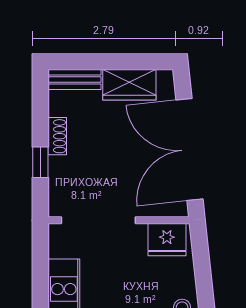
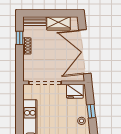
window: (40, 162) -> (20, 38), moved
window: (204, 285) -> (91, 111), added

